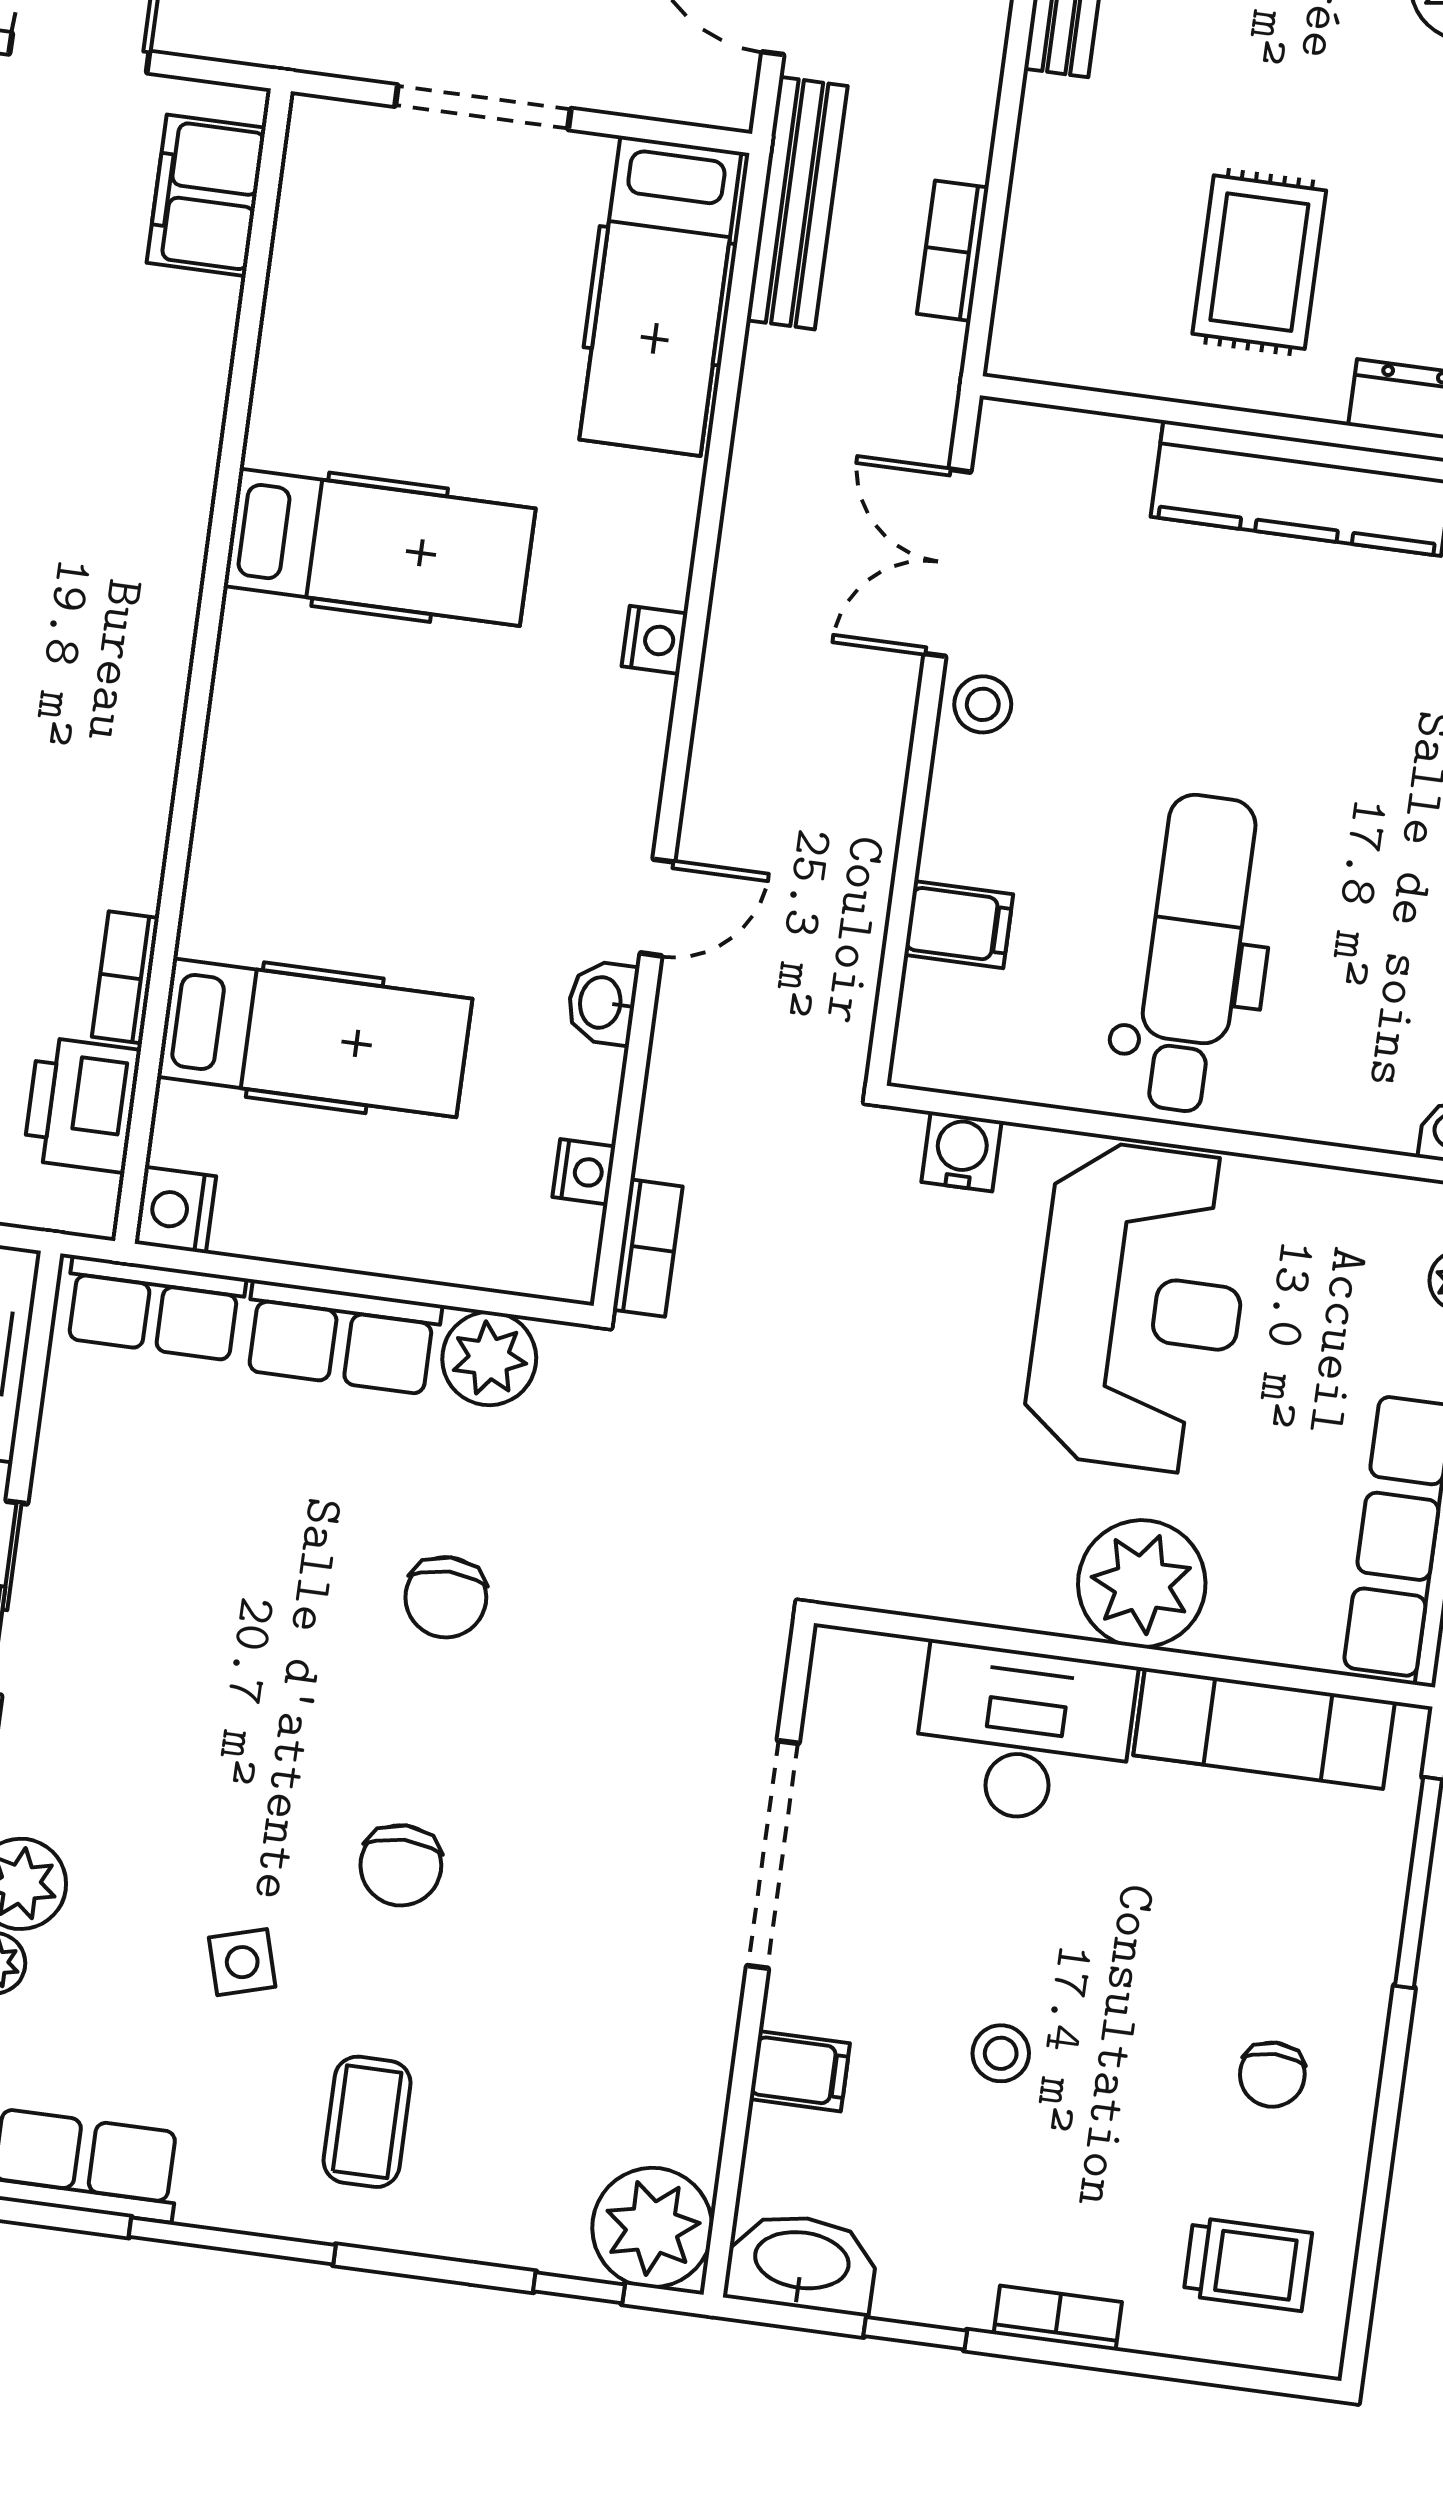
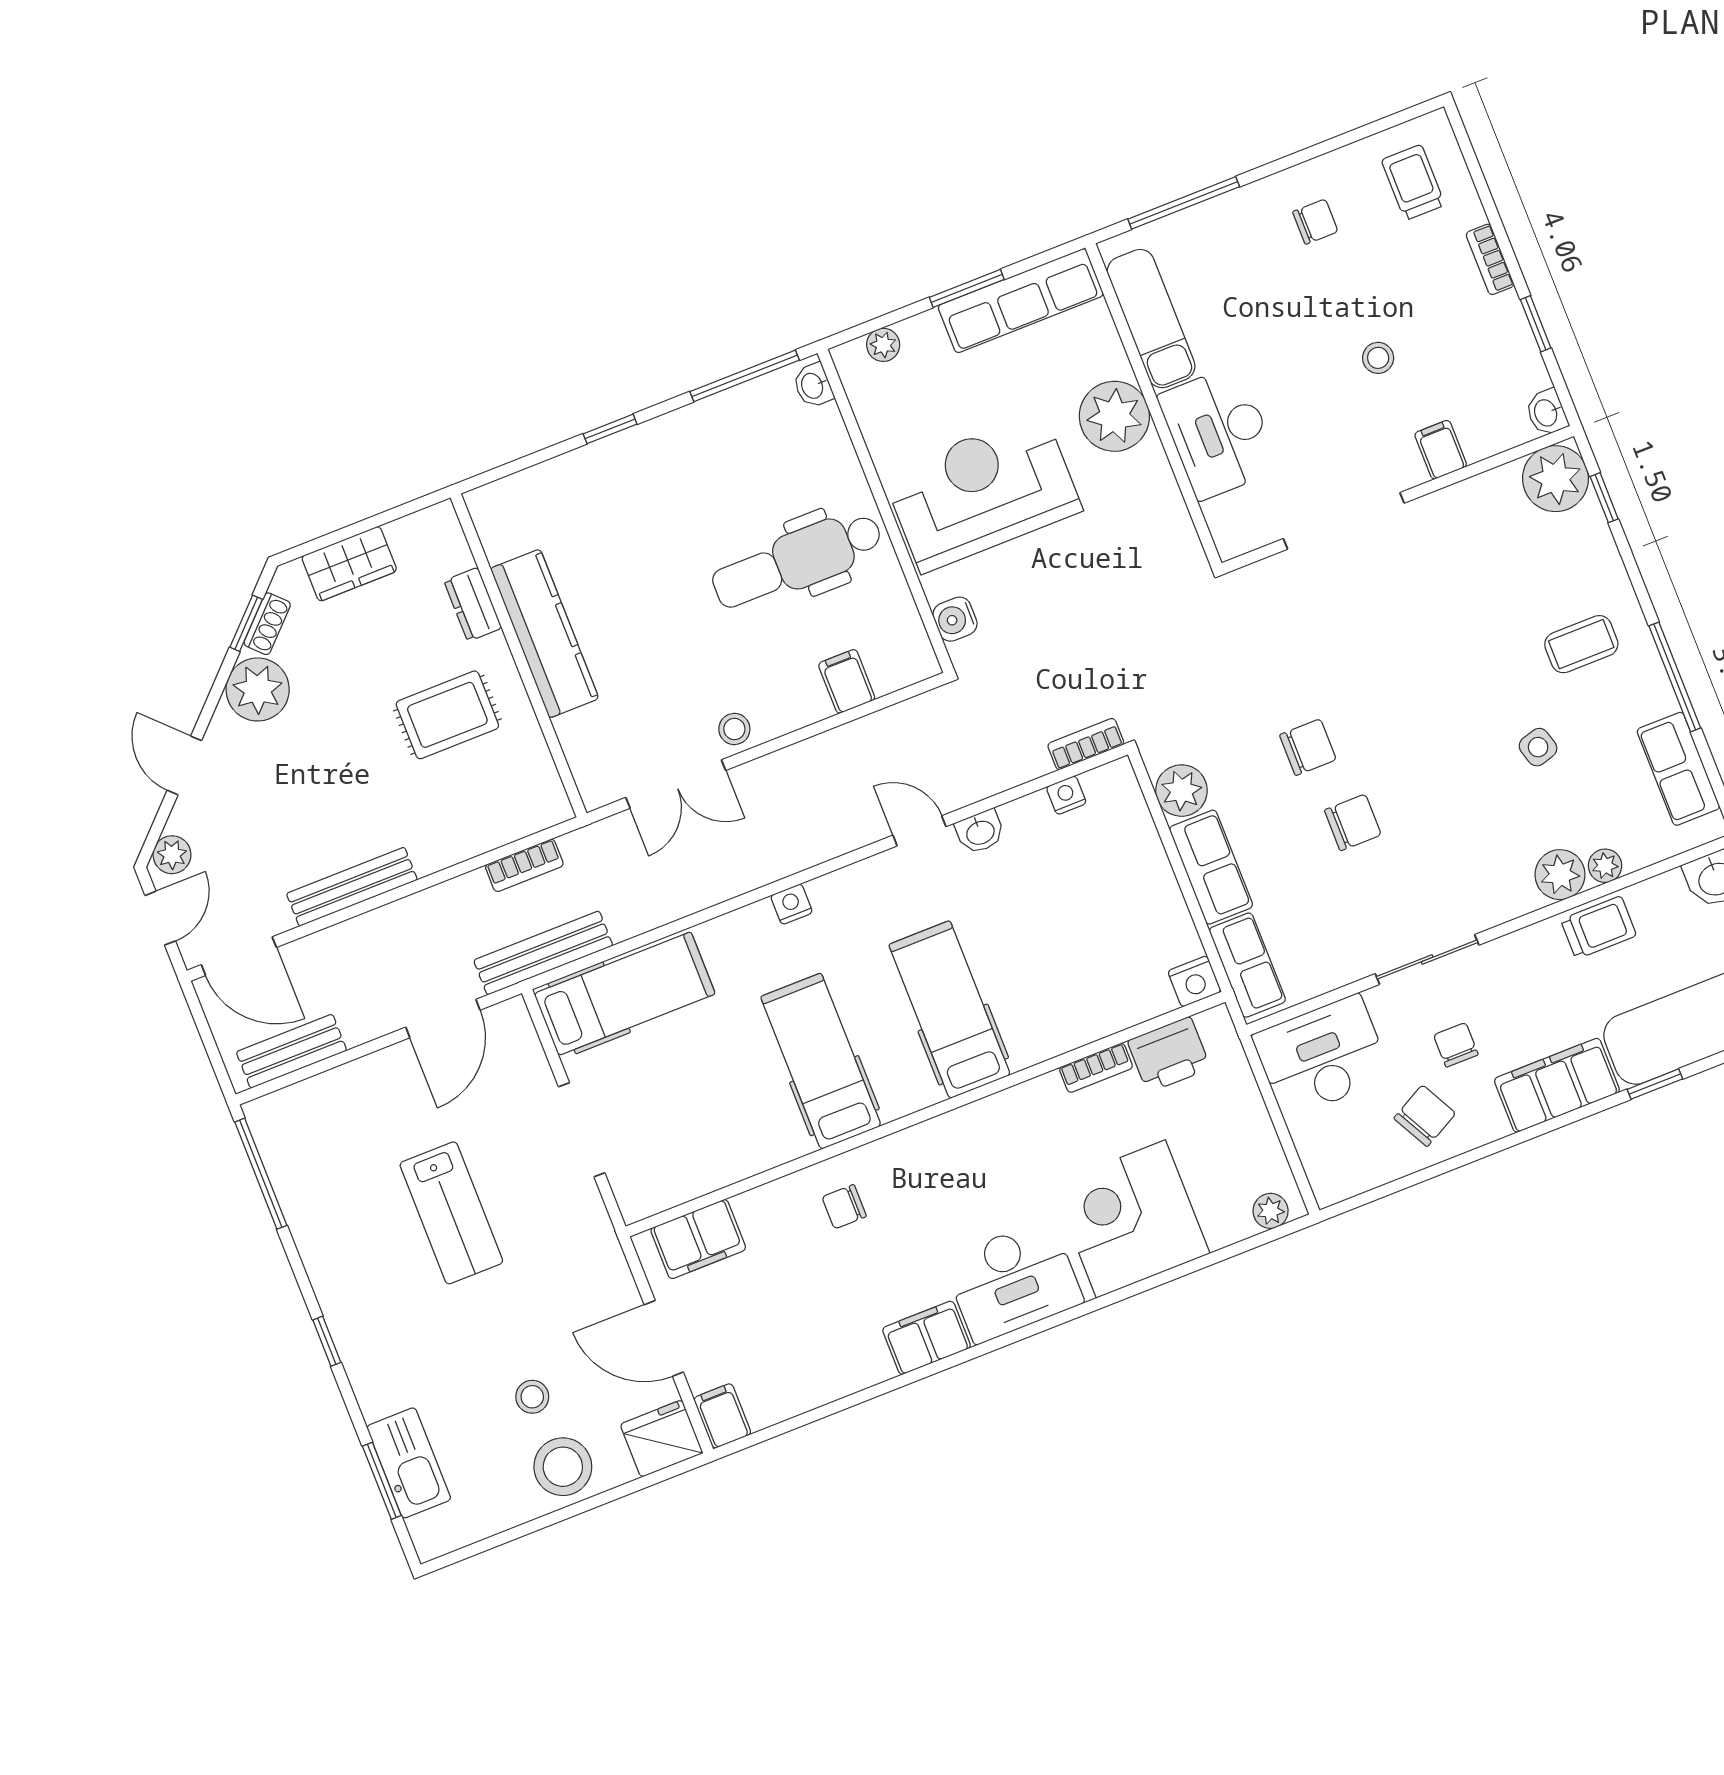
chair: (128, 455) -> (844, 1207), added
hospital bed: (315, 1038) -> (950, 1010), moved
chair: (401, 1865) -> (1353, 823), moved
washbasin: (801, 2263) -> (1547, 413), width x0.52, depth x0.69

